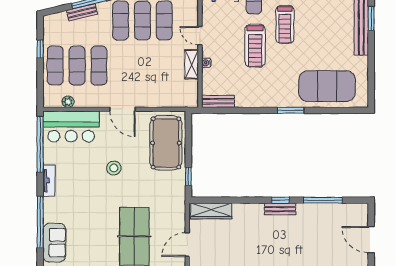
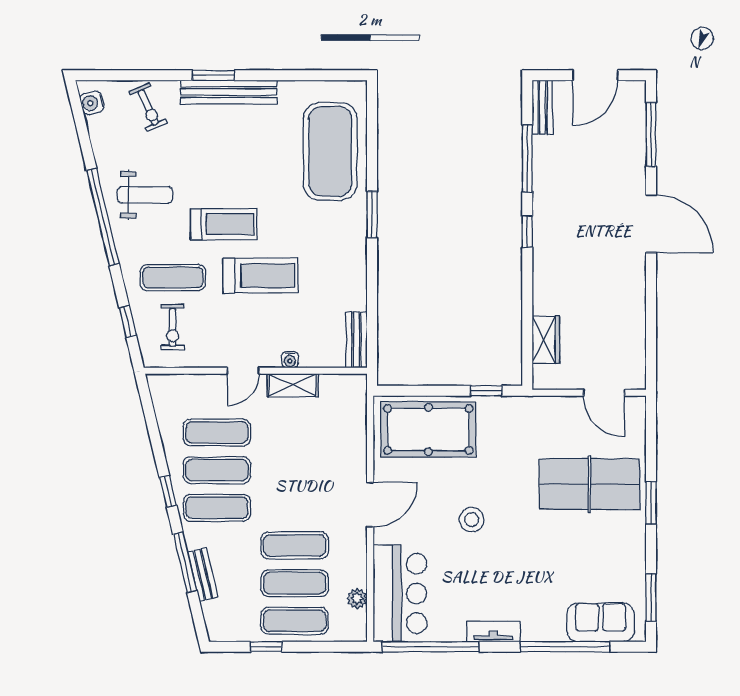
bench: (280, 209) -> (542, 107), moved
wardrobe: (211, 211) -> (546, 340), width x0.67

